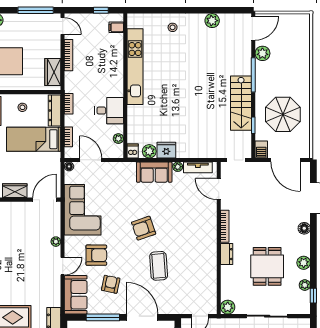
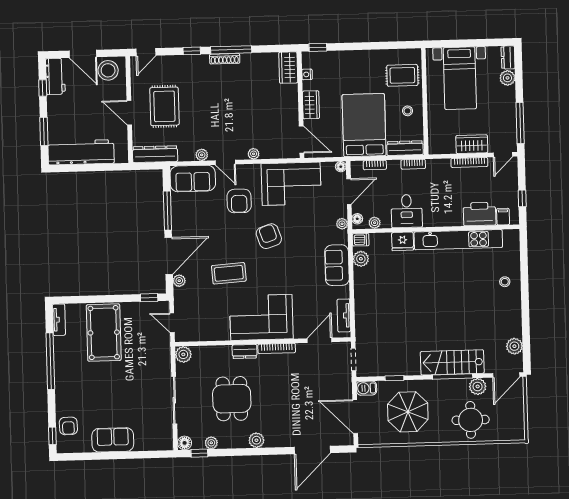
plant: (212, 21) -> (514, 346), moved
door: (253, 28) -> (506, 375), hinge flipped
printer: (113, 48) -> (480, 214), added
round table: (291, 60) -> (471, 420), added
wardrobe: (53, 72) -> (472, 144), moved
stairs: (241, 103) -> (452, 362), moved
bed: (34, 139) -> (364, 125), width x1.50
fridge: (166, 150) -> (403, 241), moved, turned 90
floor lamp: (115, 153) -> (357, 219), added
door: (286, 160) -> (355, 417), hinge flipped
plant: (178, 167) -> (342, 224), moved
armchair: (144, 228) -> (269, 236), moved
floor lamp: (304, 228) -> (185, 443), moved
corner sofa: (198, 239) -> (261, 317), added
plant: (304, 263) -> (256, 440), moved
dining table: (267, 266) -> (232, 399), turned 90
armchair: (111, 284) -> (206, 219), removed
plant: (55, 286) -> (202, 155), added
plant: (164, 309) -> (179, 281), added

